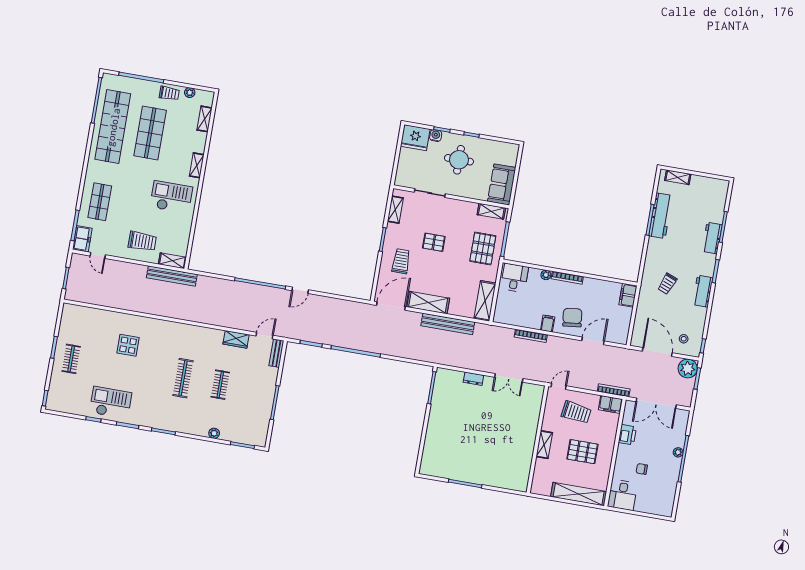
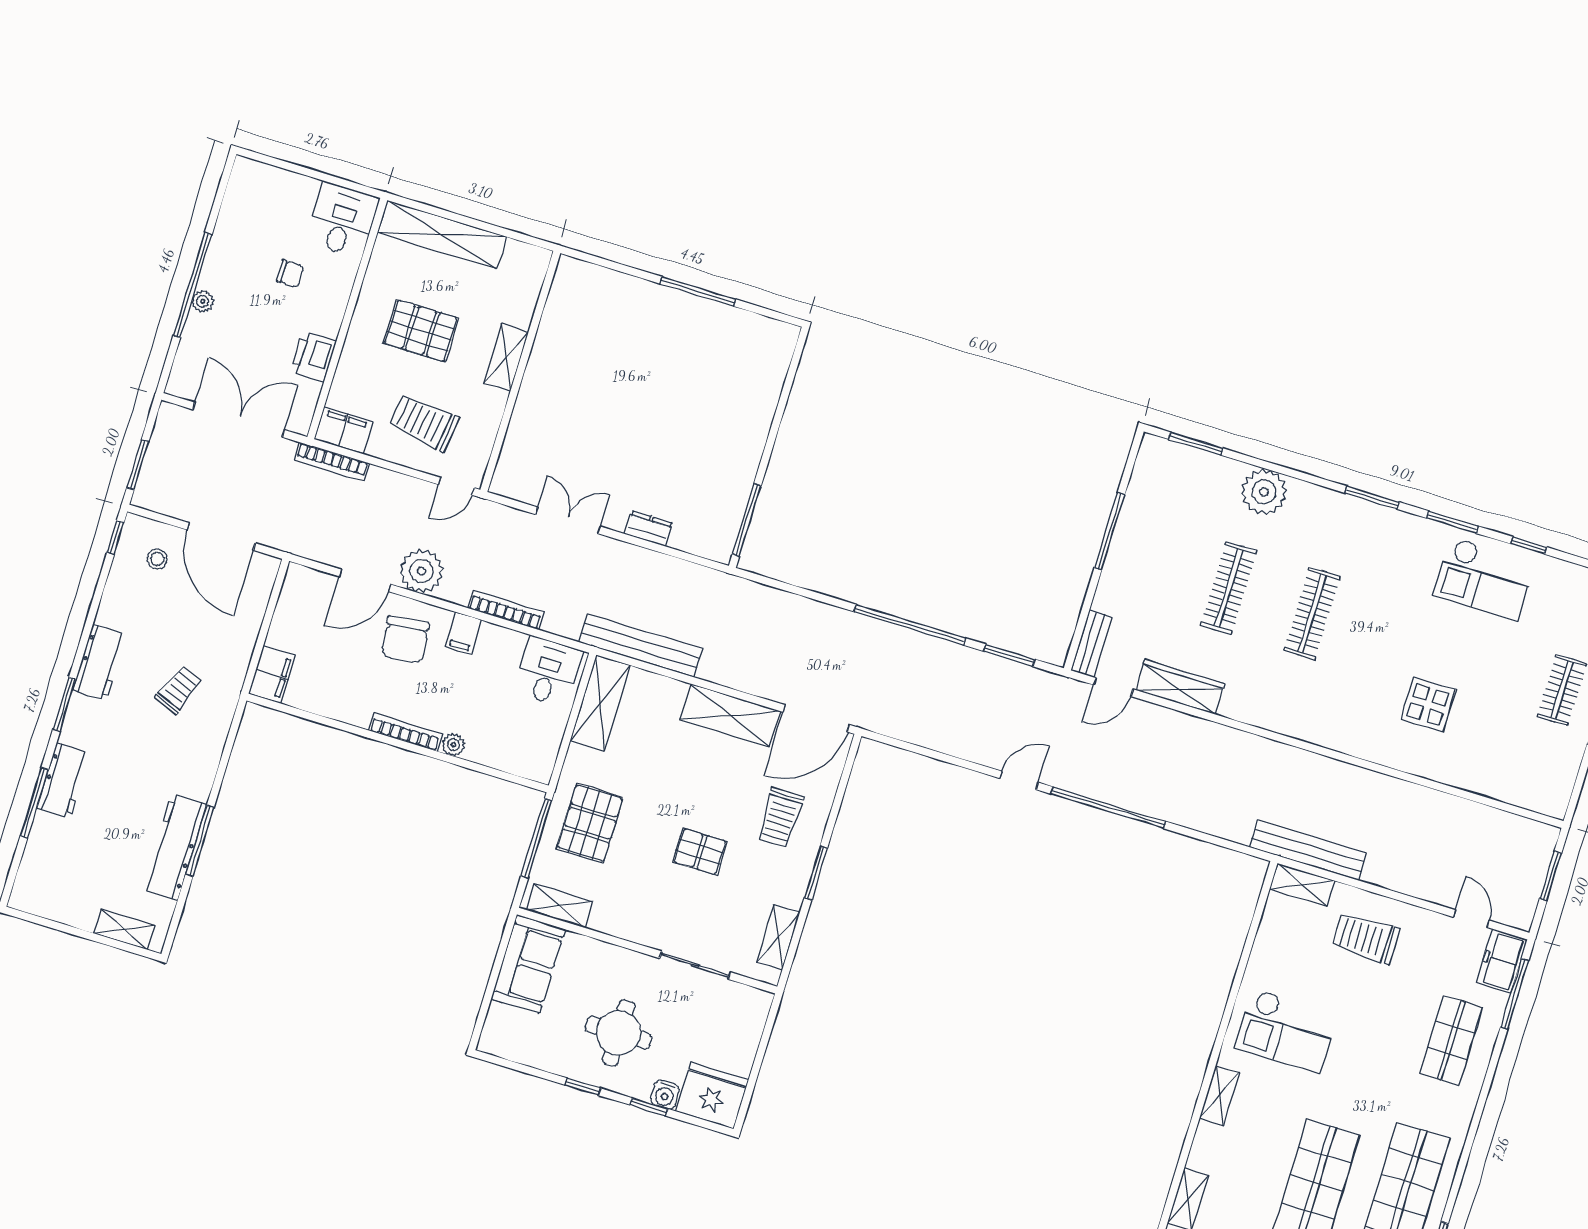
desk: (514, 278) -> (548, 671), moved, turned 180
bench: (448, 324) -> (641, 645), moved
wardrobe: (236, 339) -> (1180, 687), width x1.50
plant: (688, 368) -> (421, 571), moved
clothes rail: (220, 385) -> (1229, 588), width x1.36
plant: (214, 433) -> (1264, 492), width x1.88, depth x1.88

